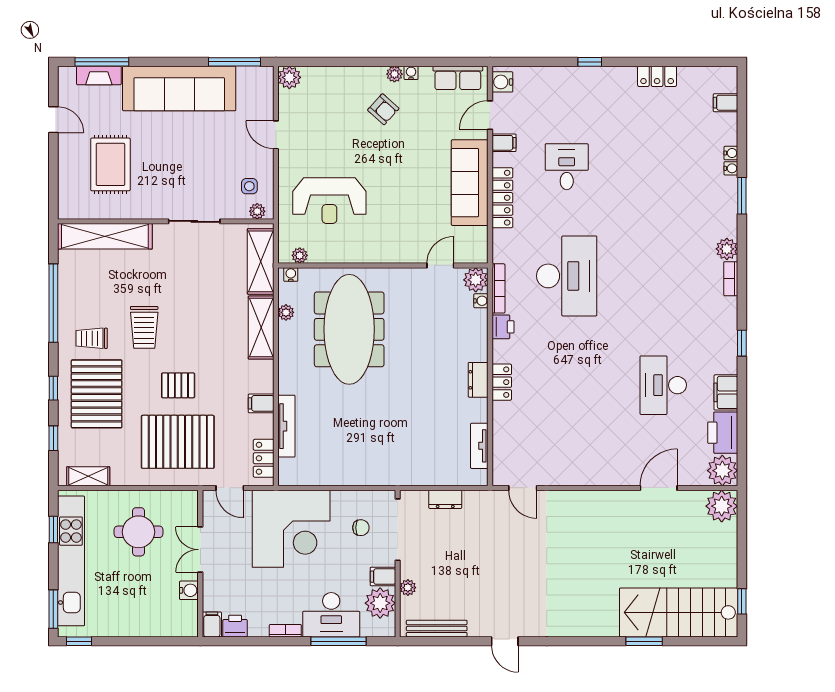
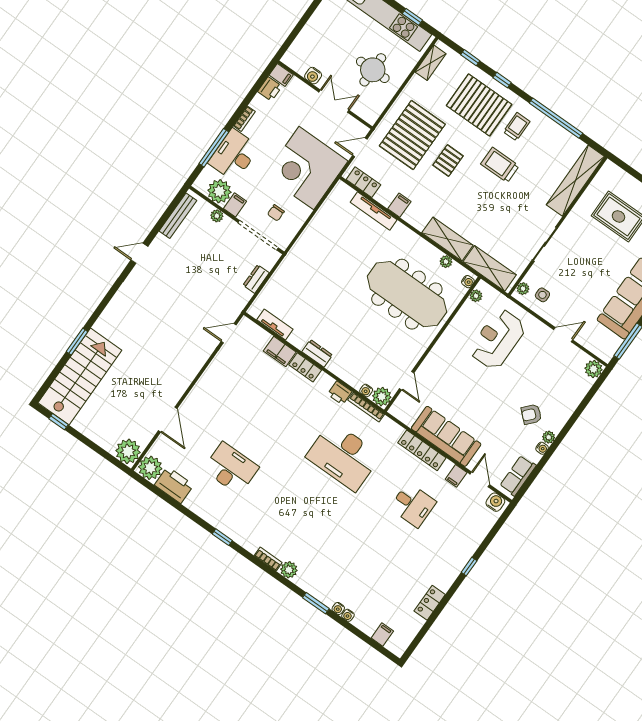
filing cabinet: (726, 392) -> (280, 351), moved, turned 180

